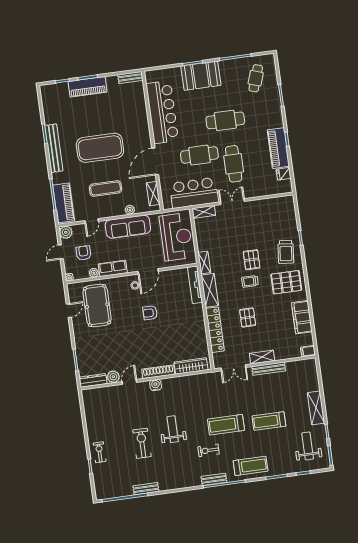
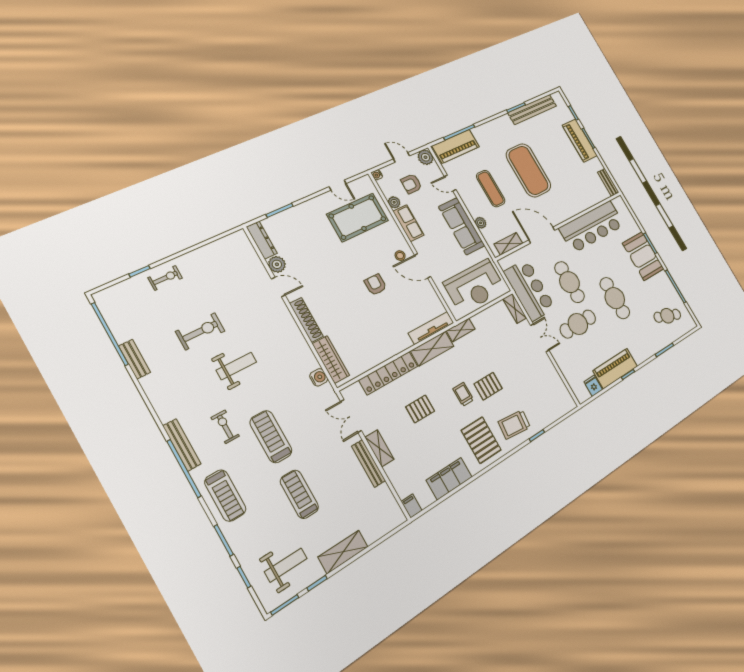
bench: (54, 148) -> (532, 109), moved
armchair: (84, 253) -> (411, 184), turned 180
water cooler: (156, 385) -> (319, 377), moved
bench: (214, 479) -> (182, 445), width x1.36

